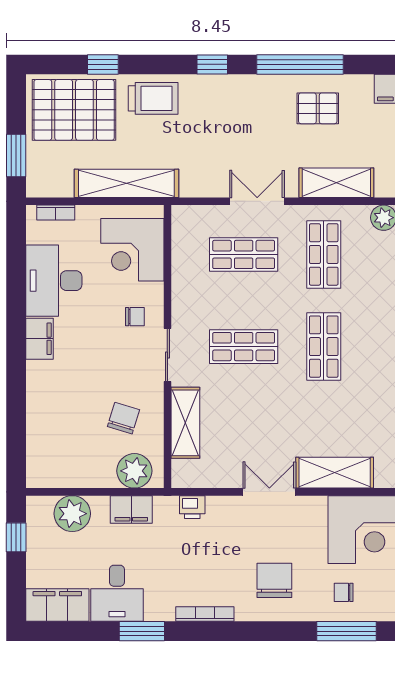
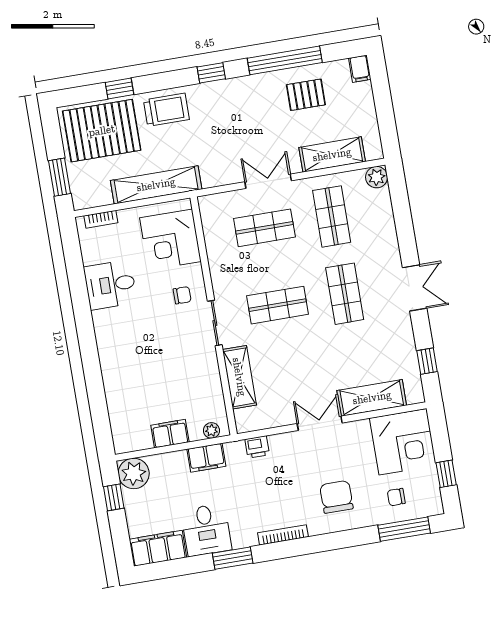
desk: (54, 281) -> (110, 285), width x0.73
filing cabinet: (39, 339) -> (170, 434), moved, turned -90
chair: (123, 418) -> (187, 382), removed
plant: (134, 471) -> (211, 430), width x0.53, depth x0.53
plant: (72, 514) -> (134, 473), moved

